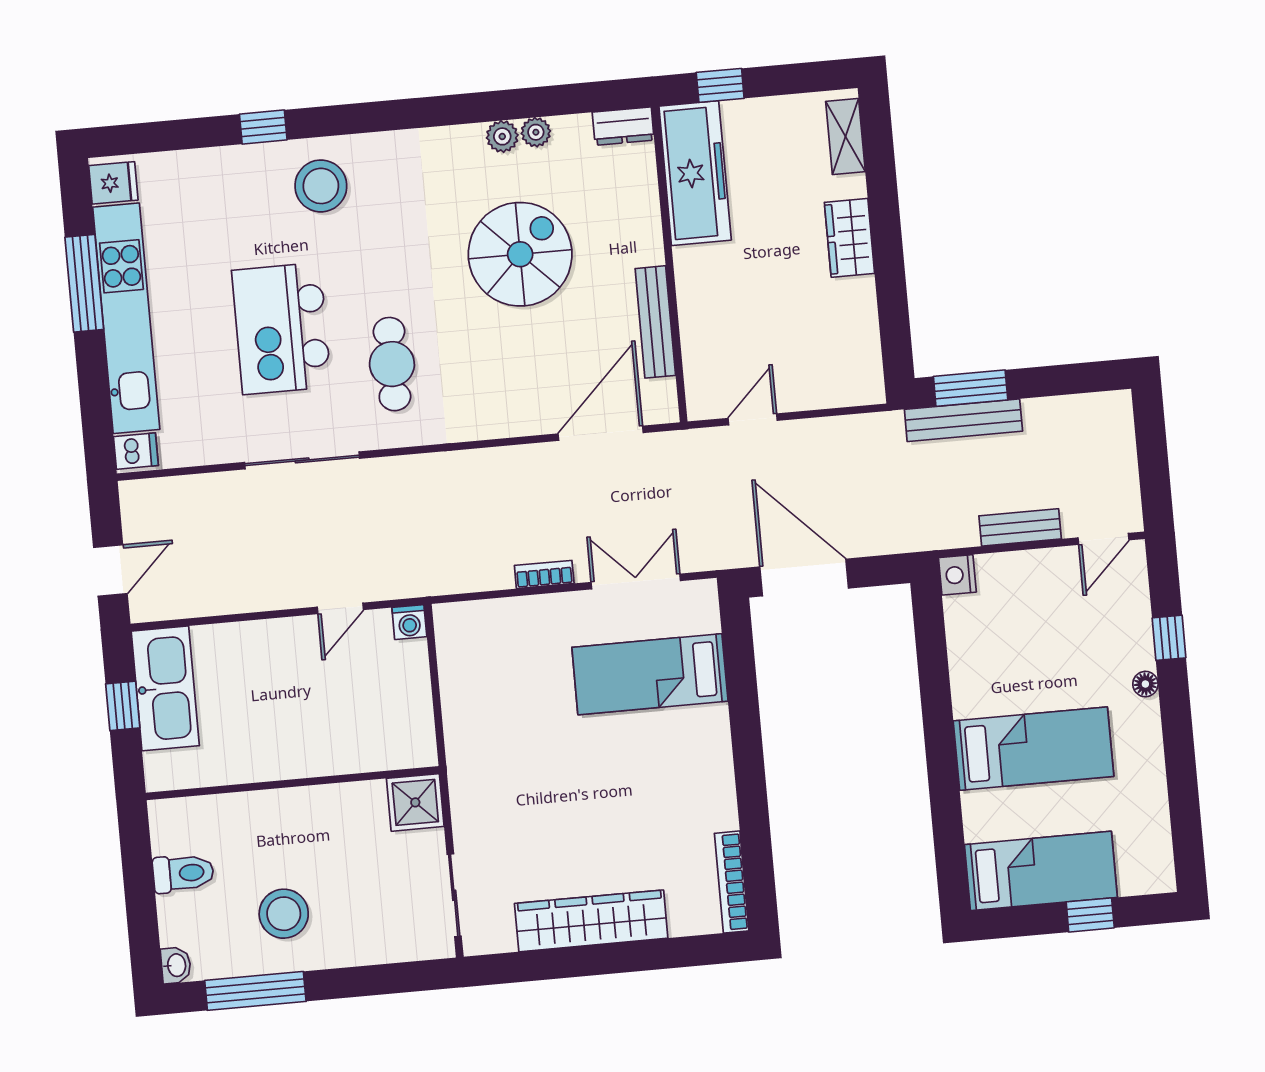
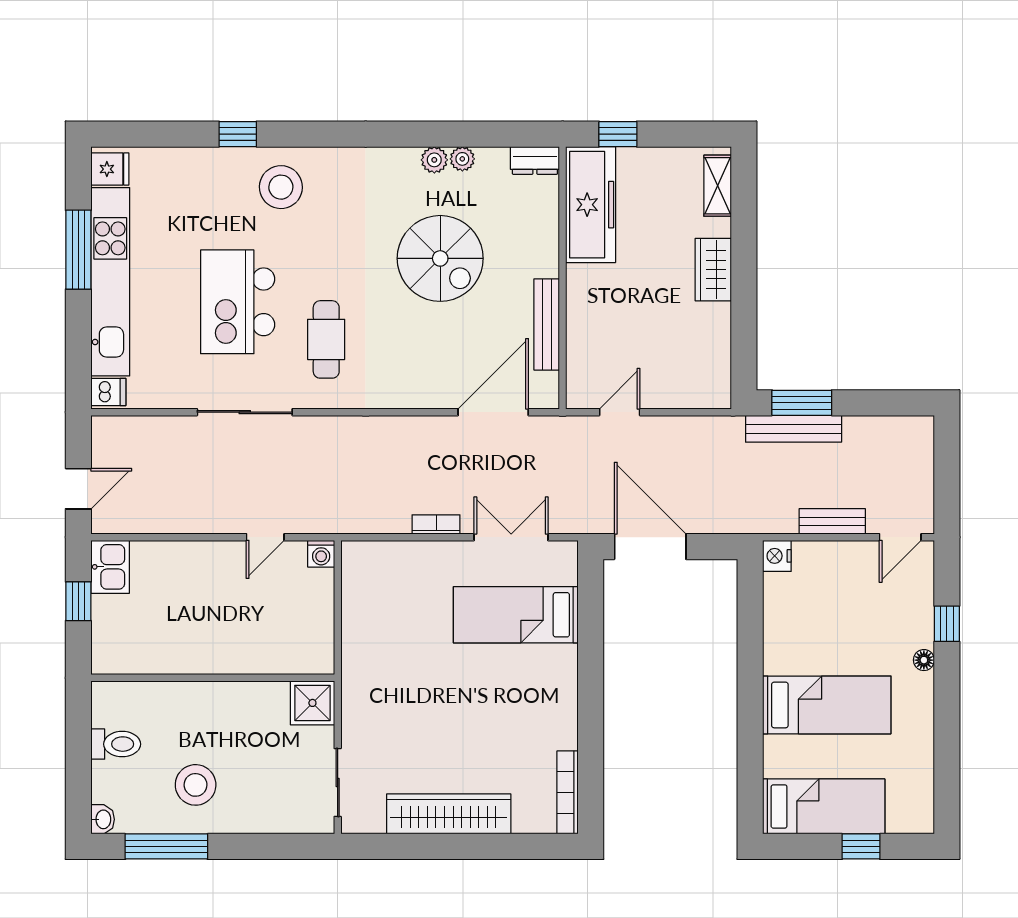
spiral stairs: (520, 254) -> (440, 258), turned 90
kitchen sink: (165, 688) -> (110, 567), width x0.53, depth x0.81

